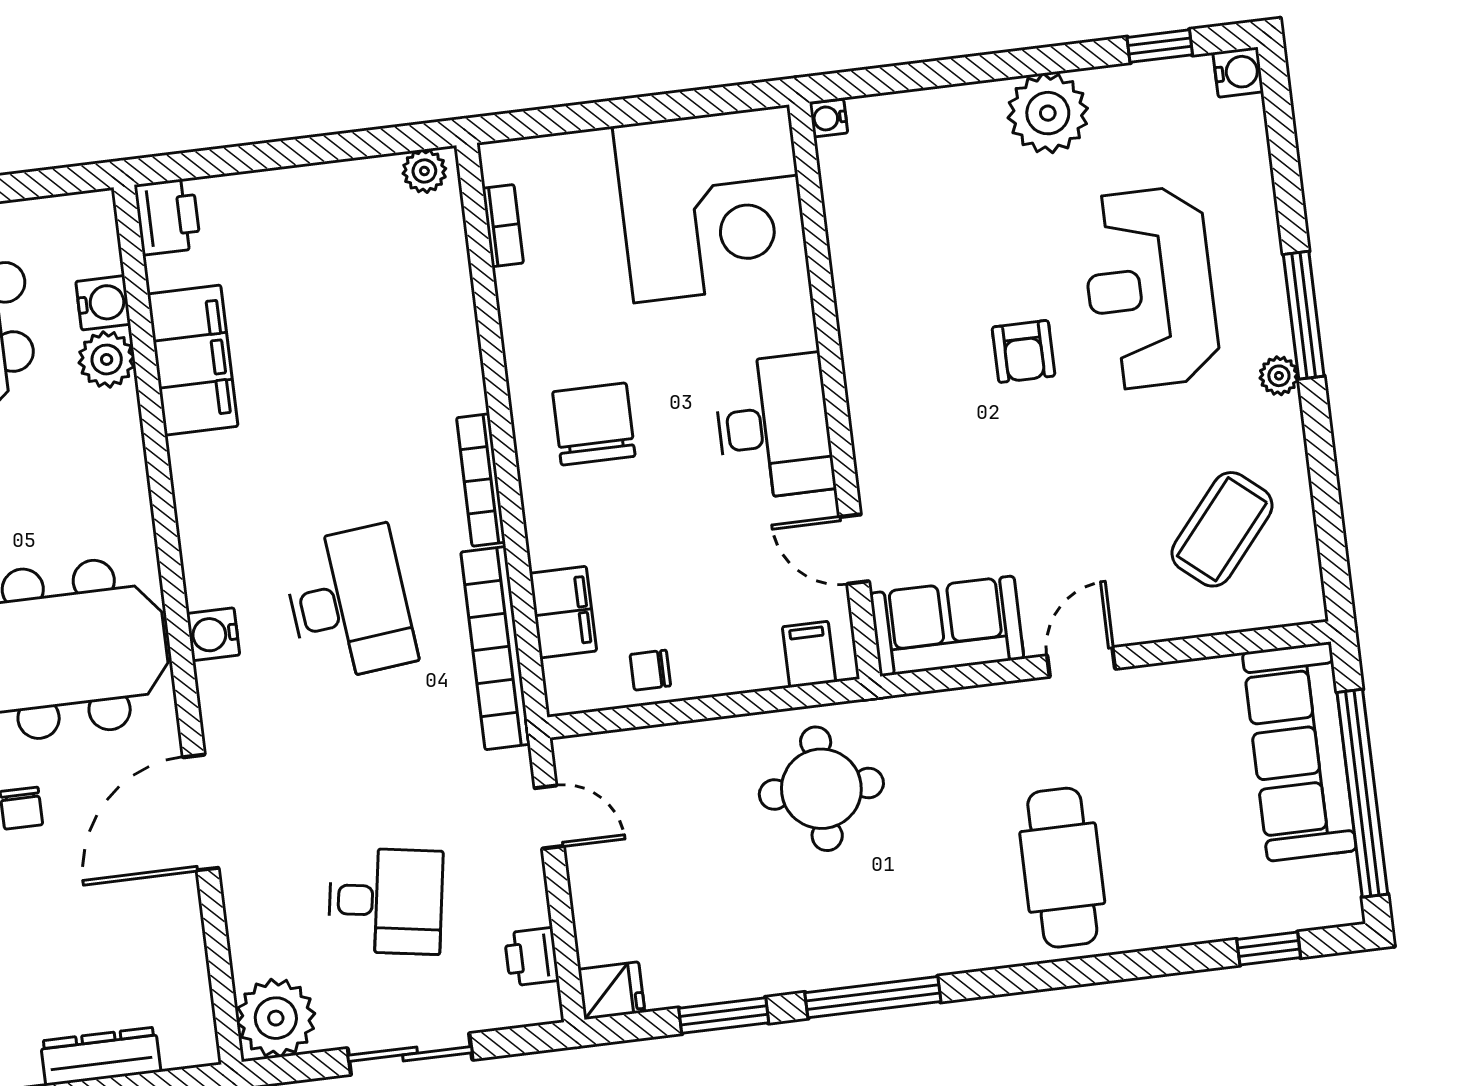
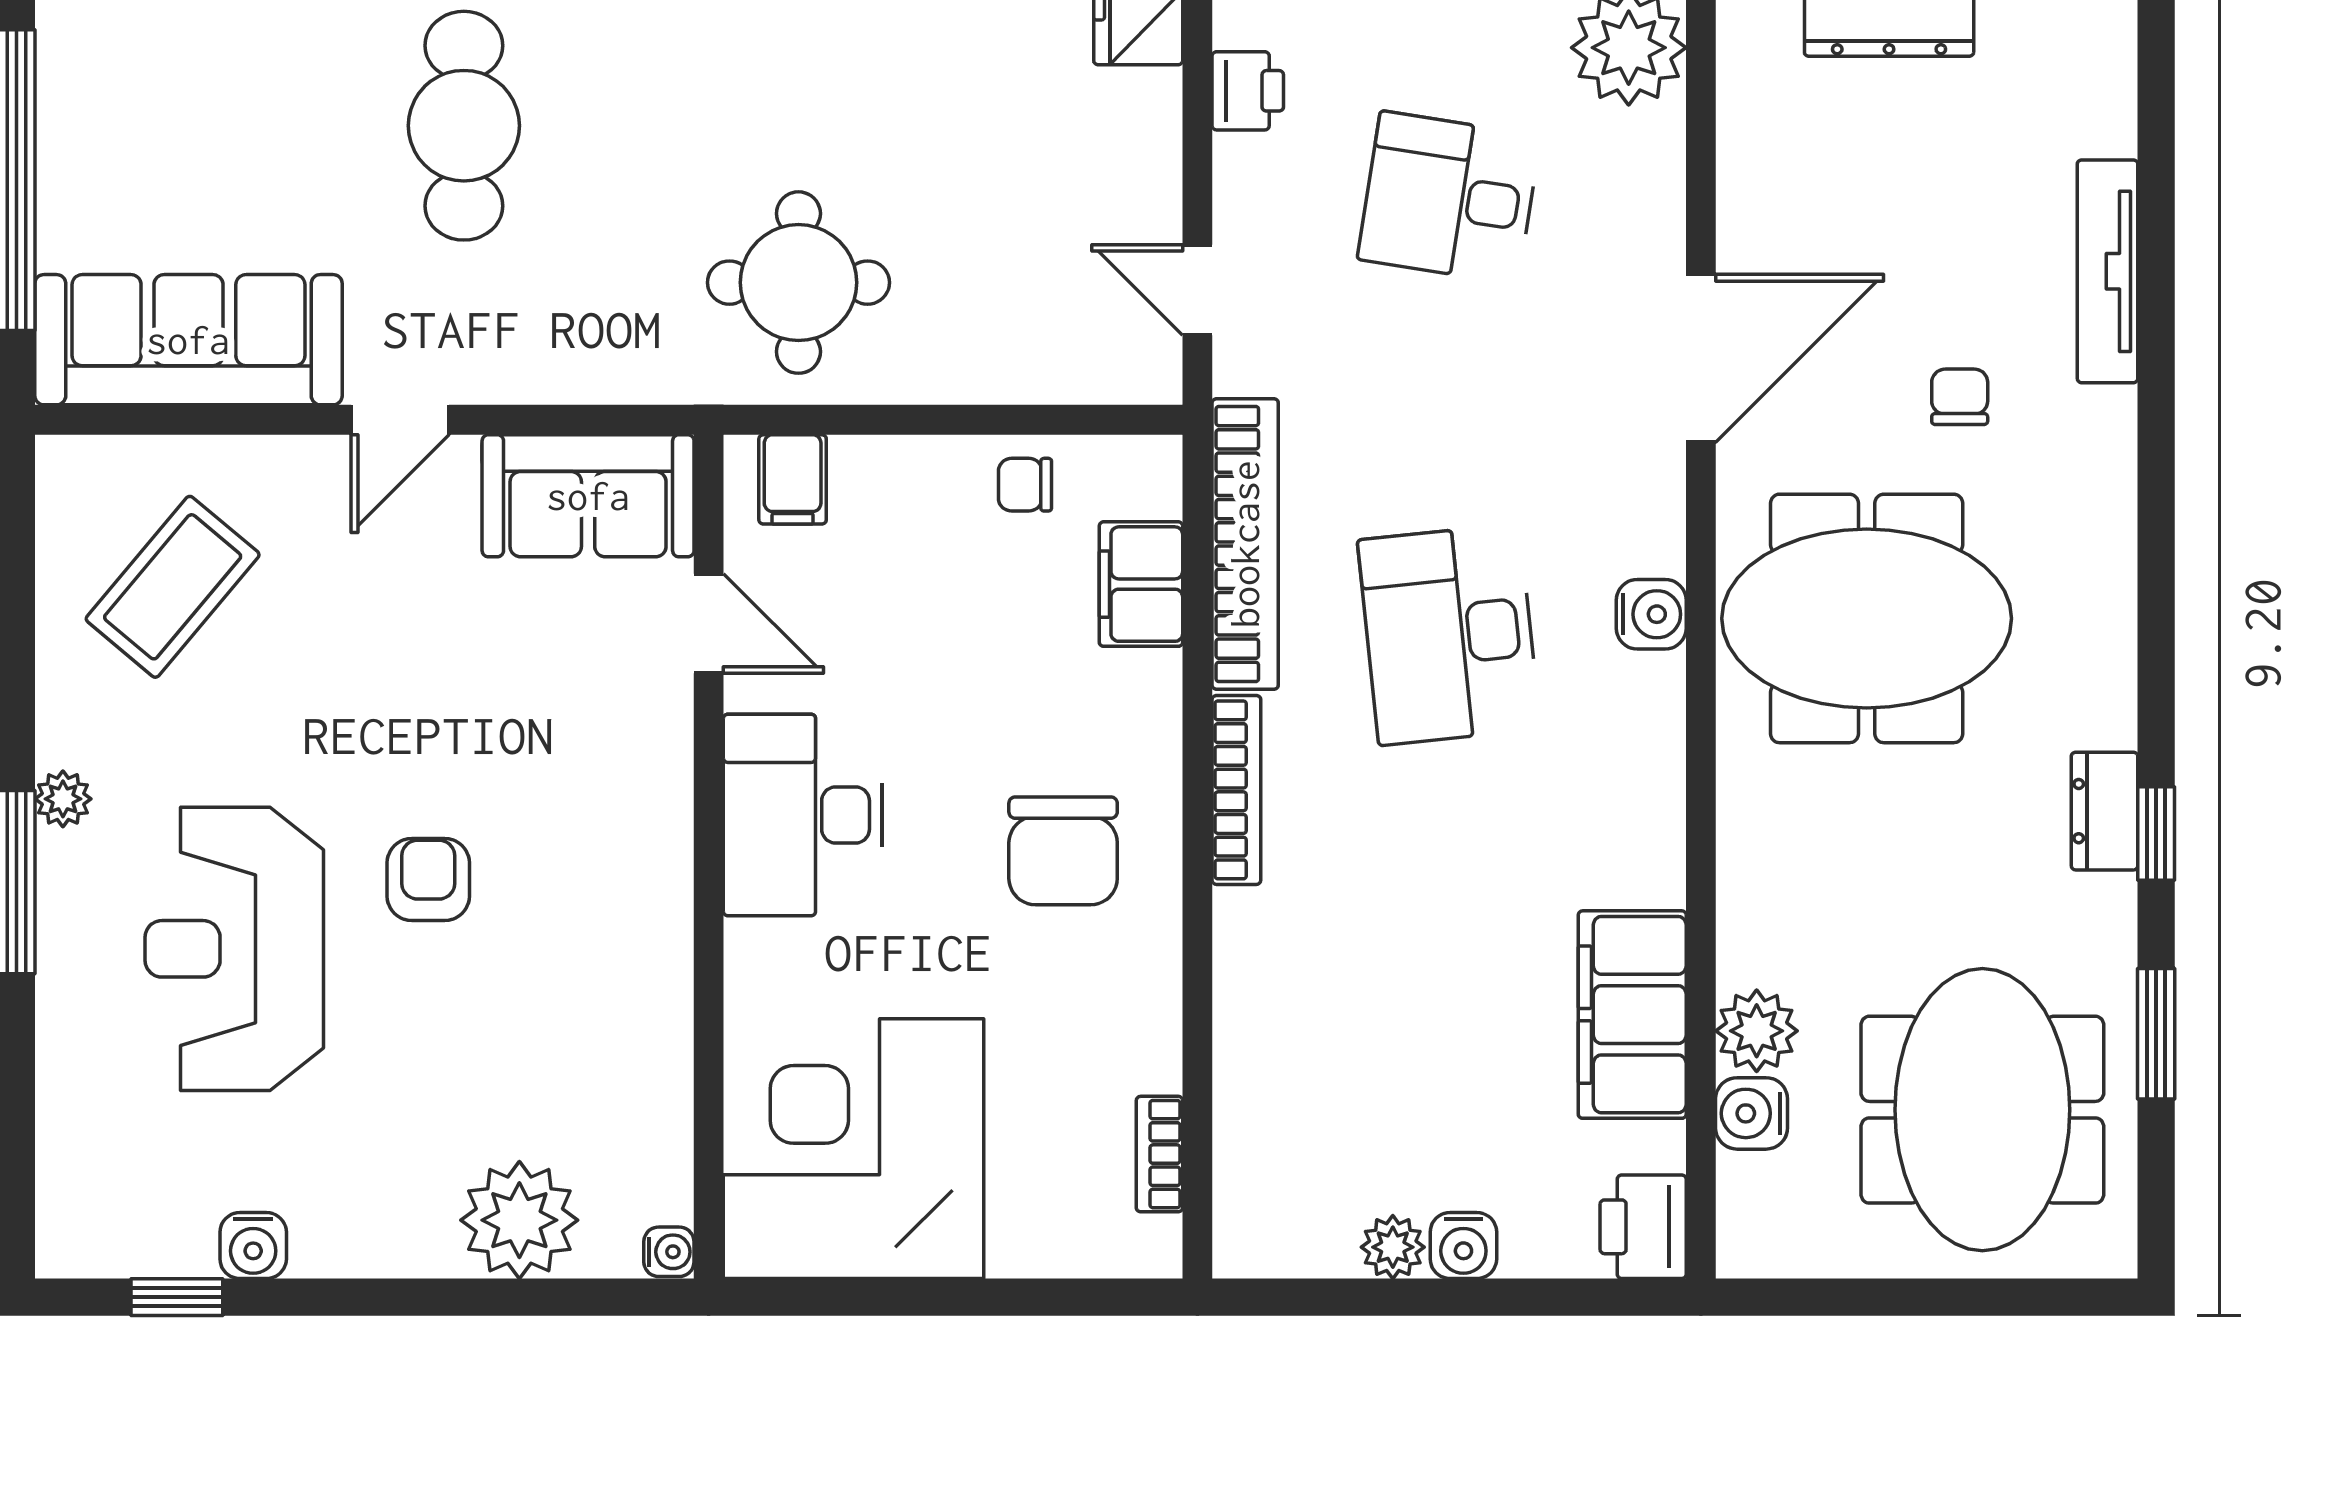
water cooler: (1238, 72) -> (253, 1246), moved, turned -90
plant: (1048, 113) -> (519, 1220), moved
plant: (424, 171) -> (1393, 1247), moved
water cooler: (288, 189) -> (1463, 1246), added
reception desk: (1150, 288) -> (234, 949), turned 180
chair: (650, 670) -> (1025, 485), turned 180
sofa: (1299, 752) -> (188, 340), moved, turned -90

